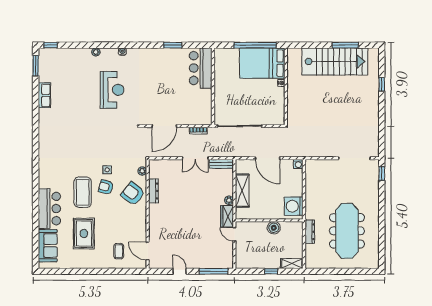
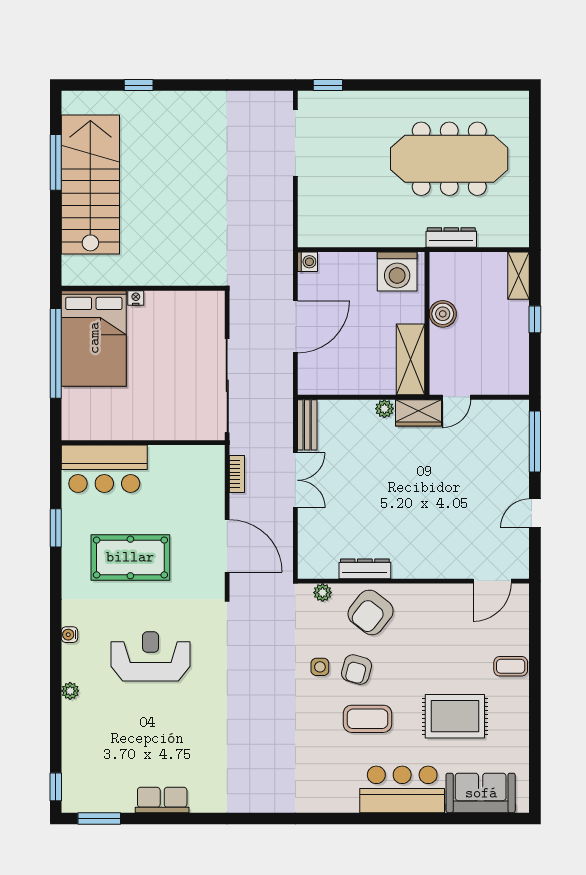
pool table: (159, 80) -> (130, 557), added
shelving: (242, 191) -> (411, 359), moved, turned 90
coffee table: (83, 192) -> (367, 719), width x0.73, depth x0.76
coffee table: (119, 251) -> (511, 666), moved

